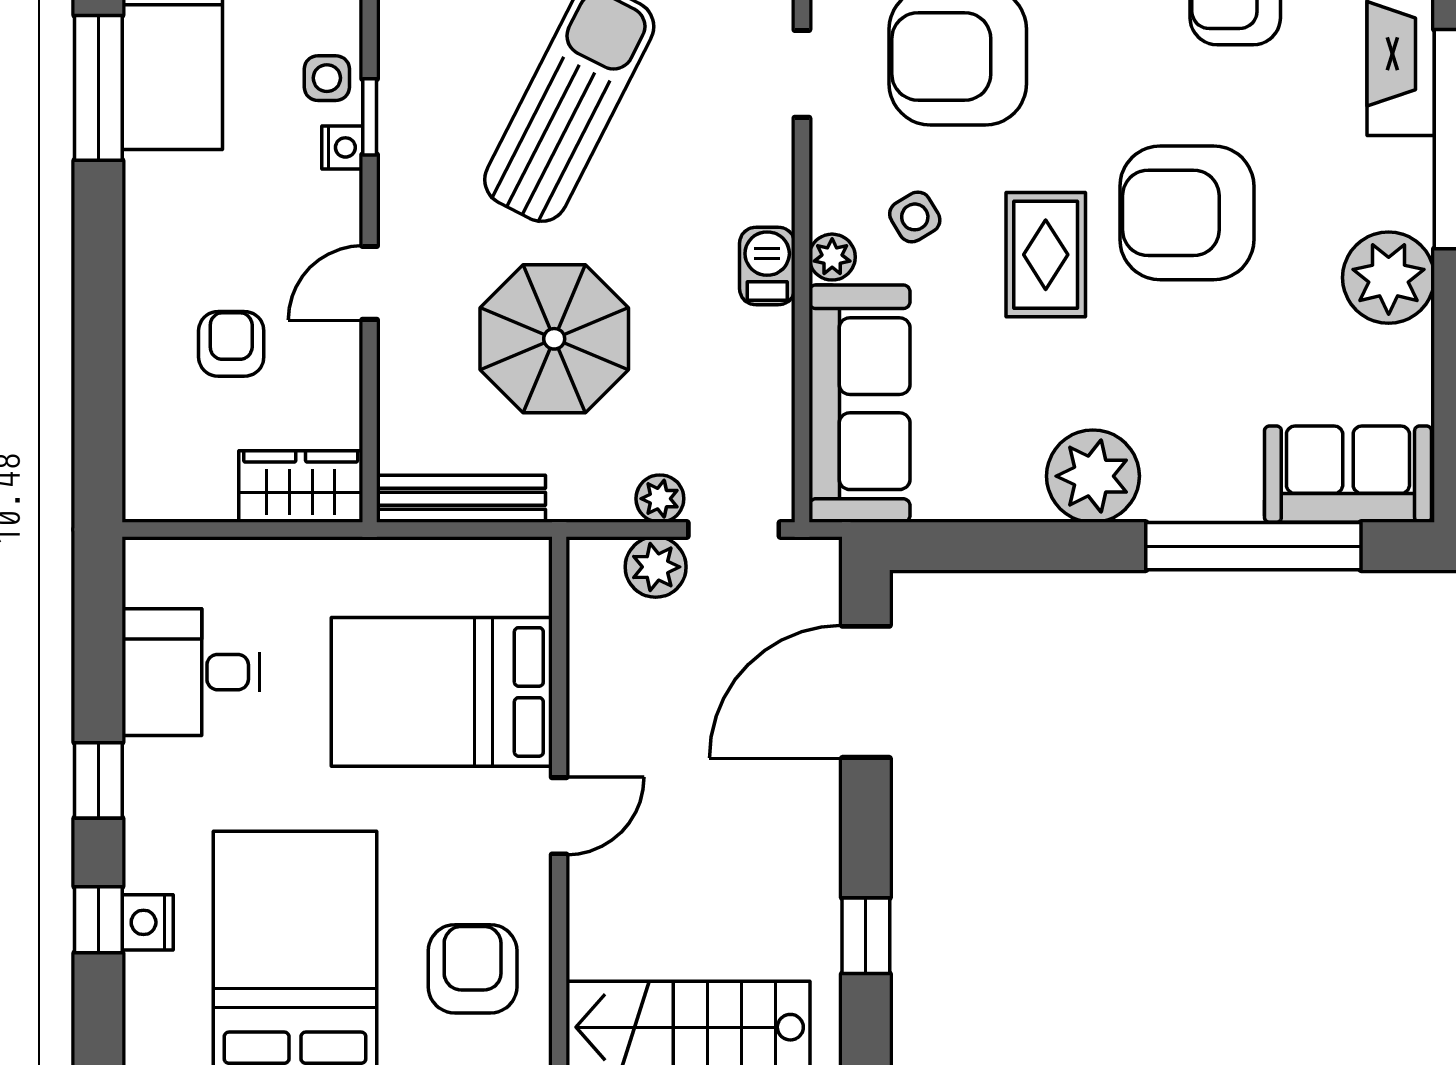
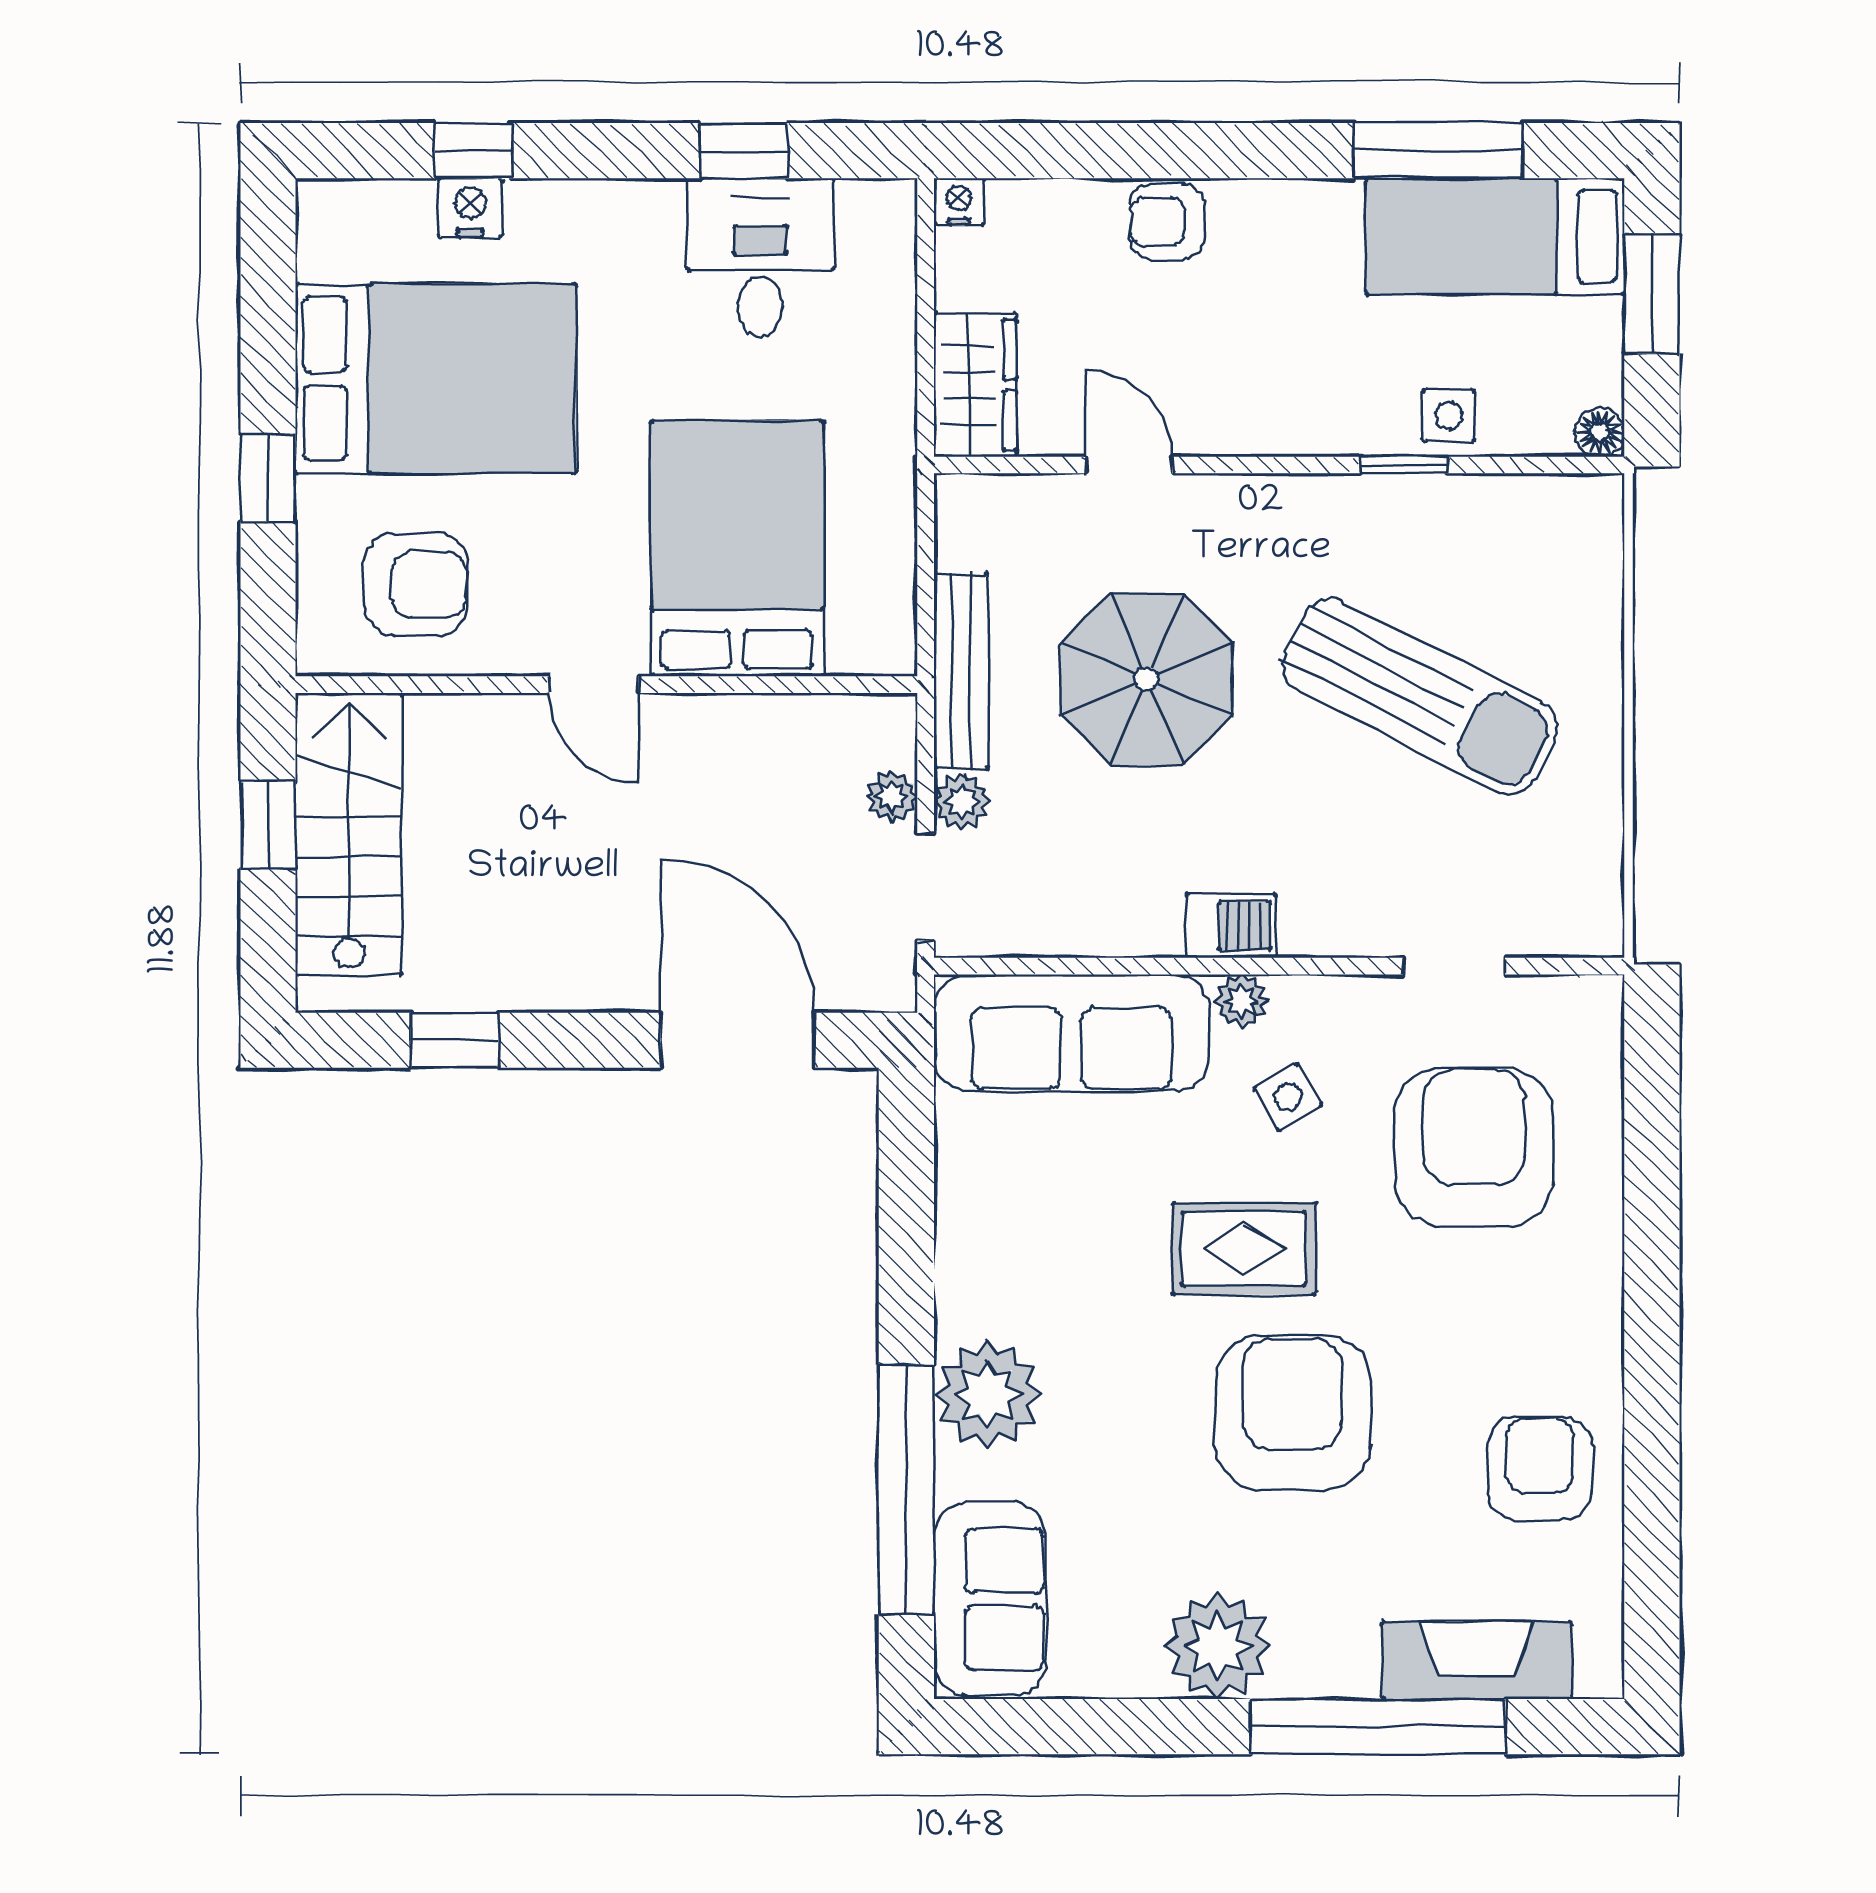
nightstand: (342, 147) -> (959, 202), moved, turned 180
door: (370, 283) -> (1129, 465), moved
armchair: (231, 344) -> (1167, 221), moved, turned 180
plant: (1093, 476) -> (988, 1394), moved
bench: (461, 499) -> (961, 671), moved
plant: (656, 567) -> (892, 797), width x0.73, depth x0.73
window: (98, 780) -> (744, 151), moved

